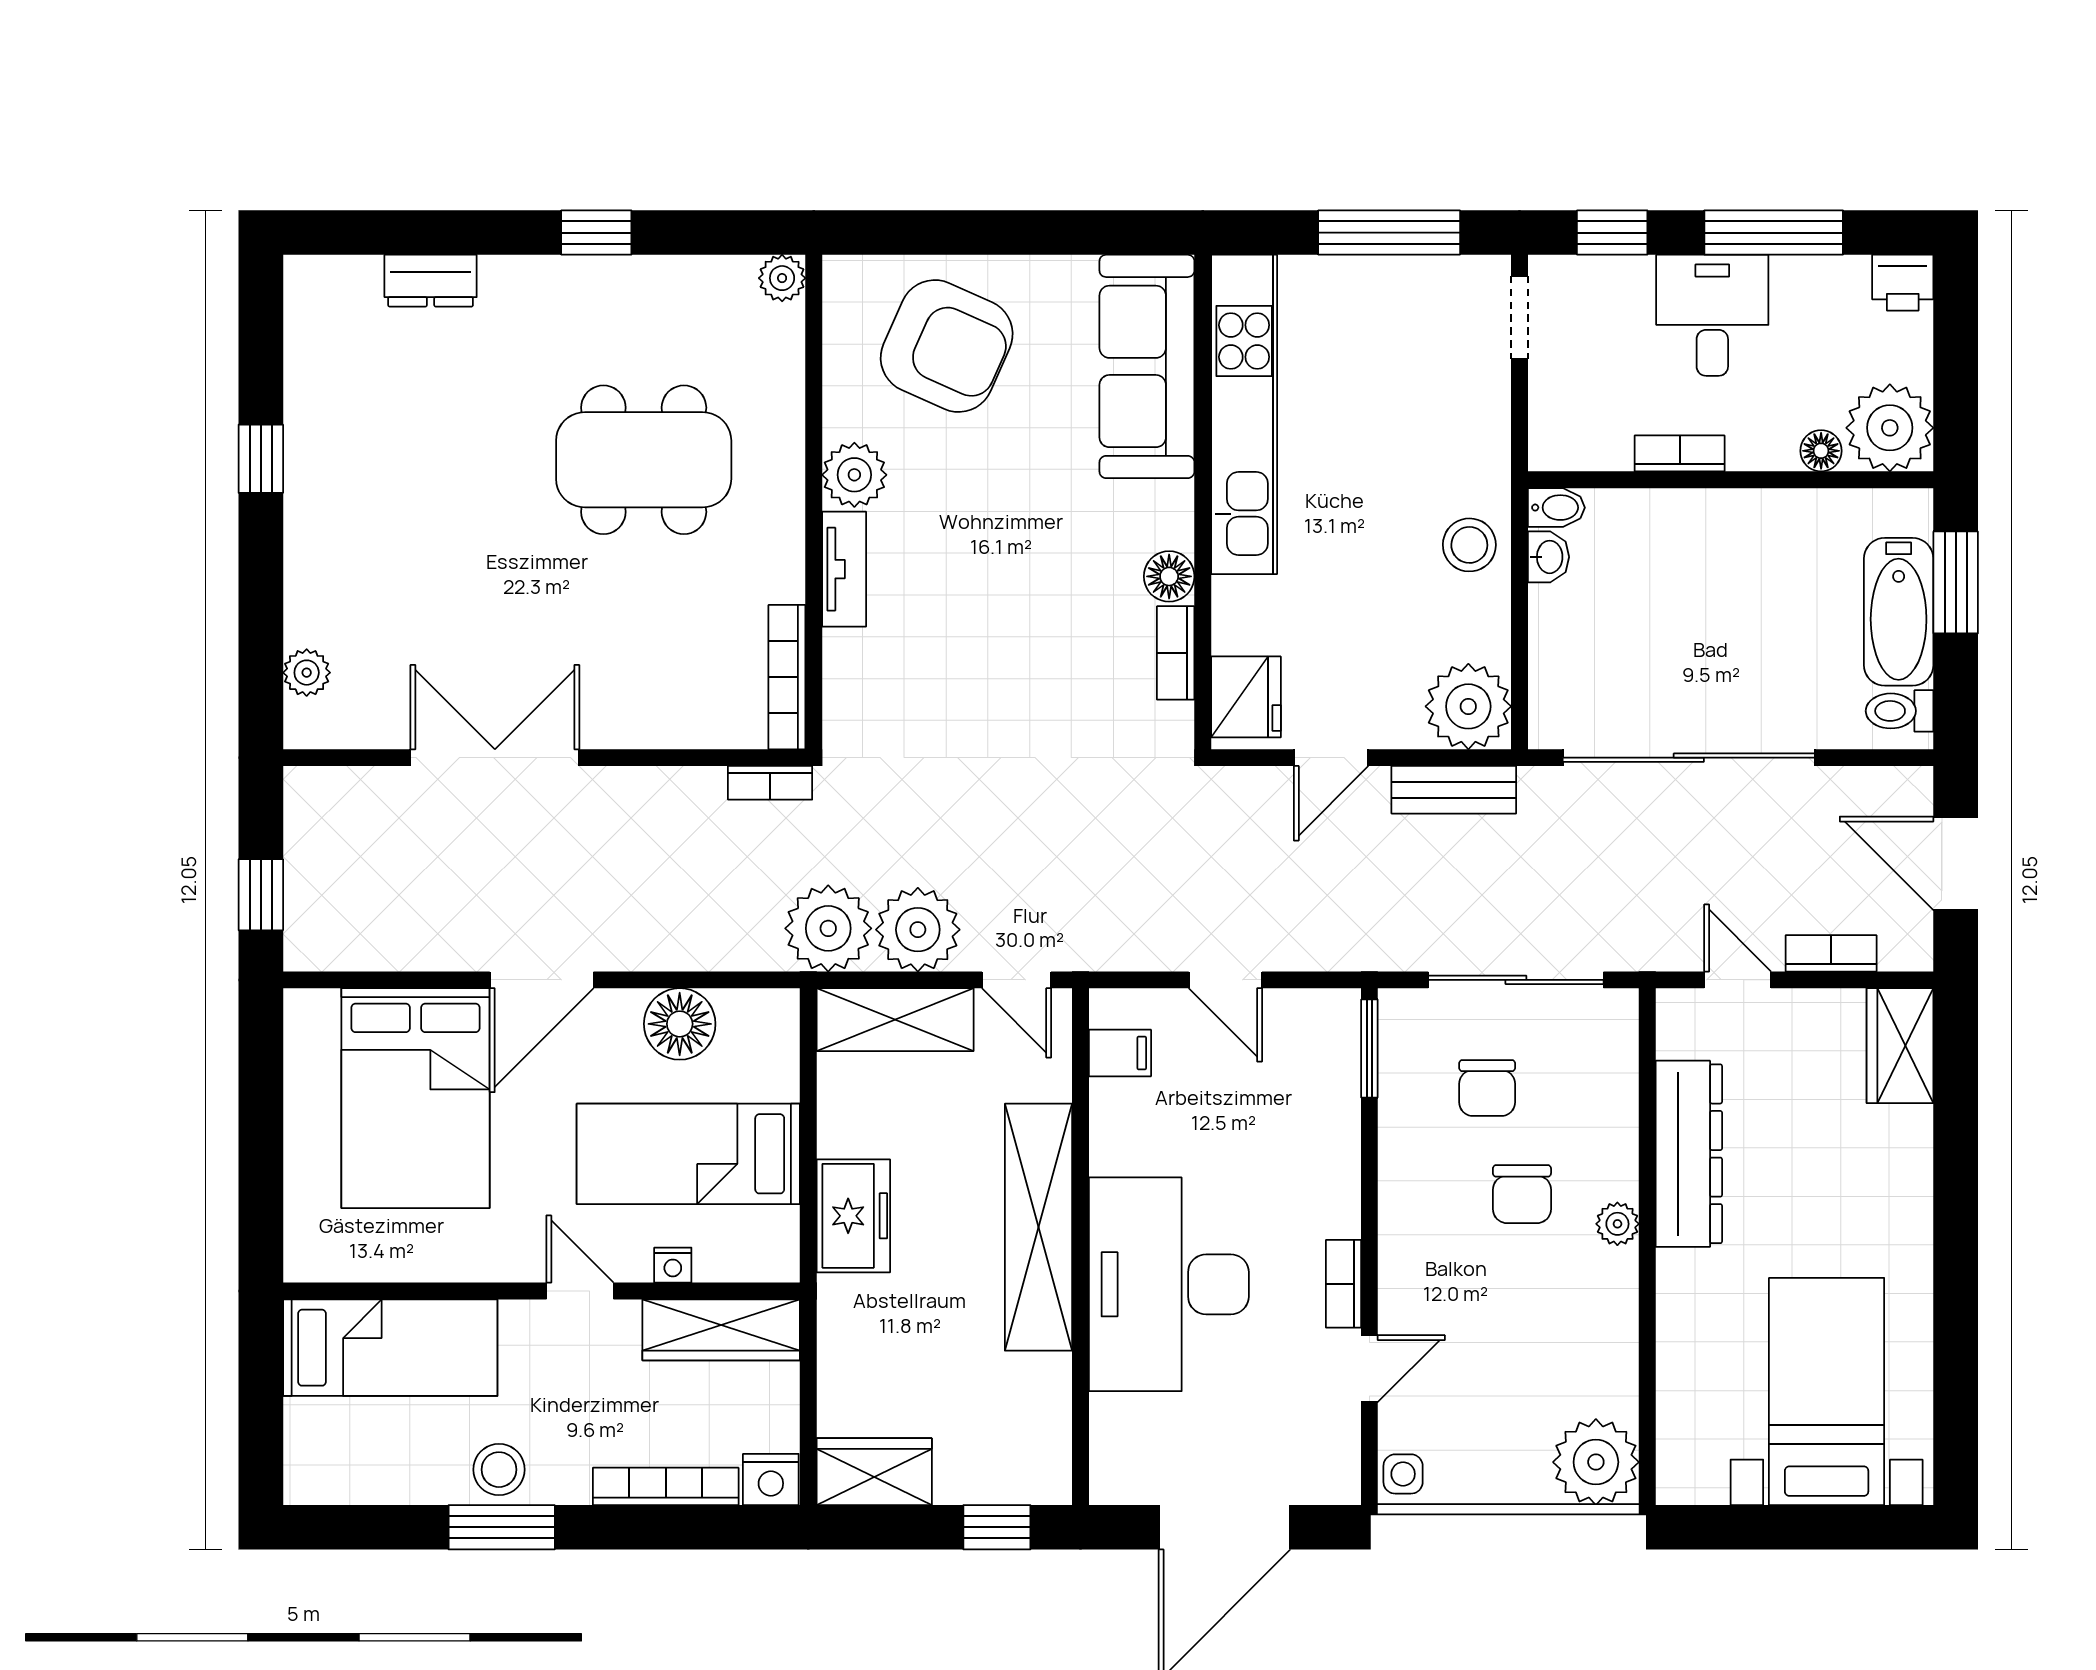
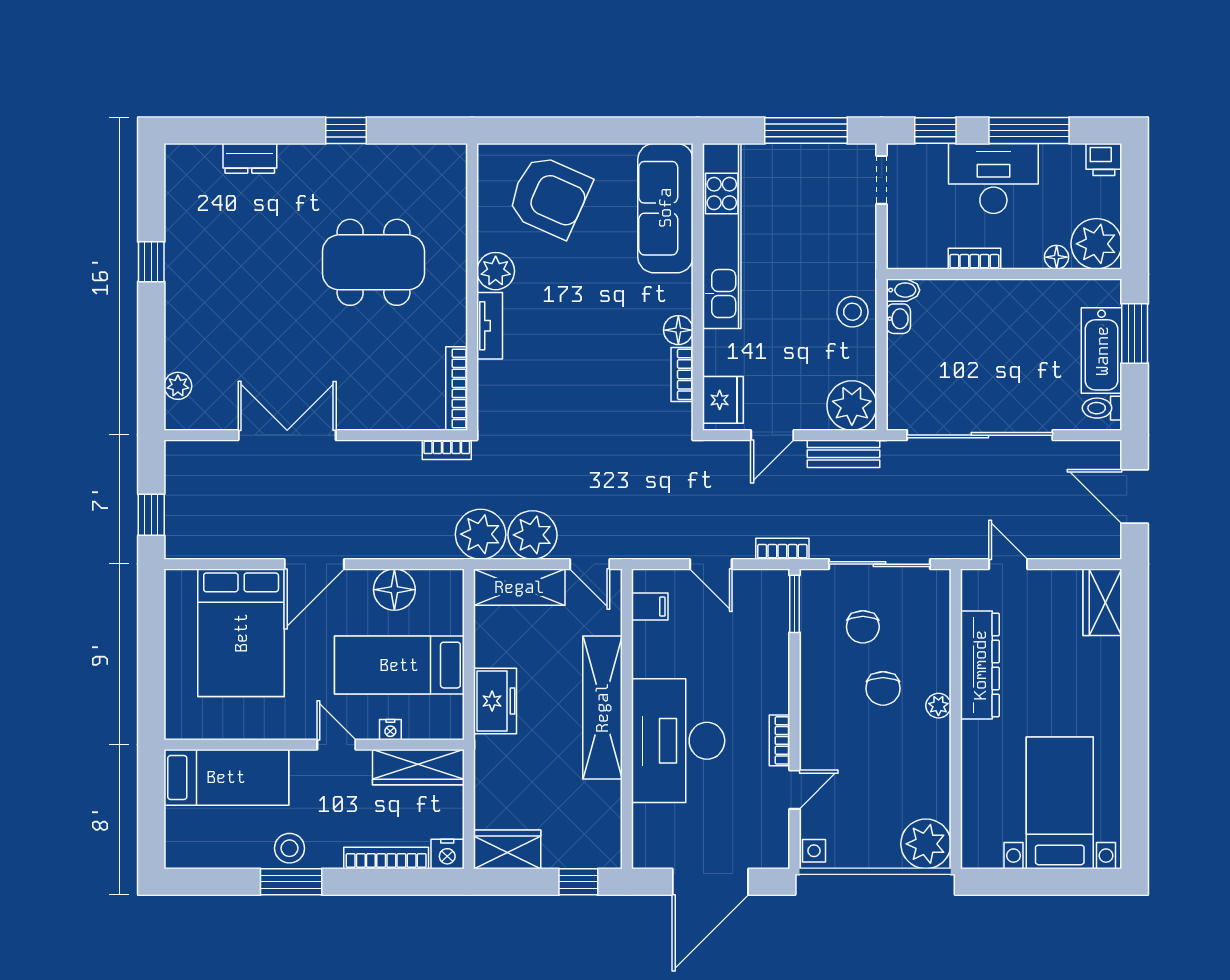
plant: (782, 278) -> (454, 157), removed
desk: (1712, 315) -> (993, 179), width x1.37
bookcase: (1831, 953) -> (782, 549), moved

